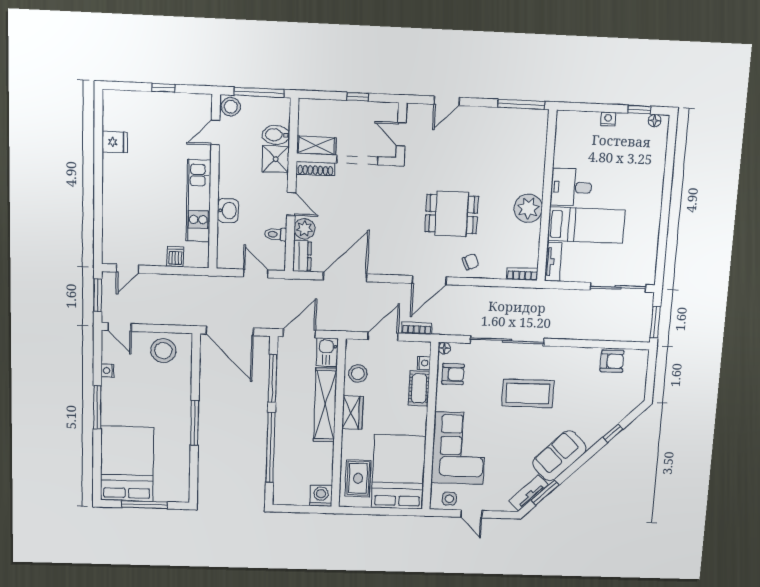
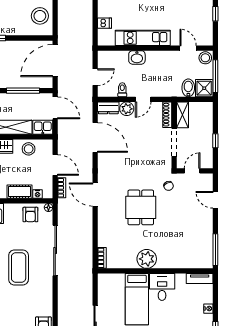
shower: (276, 159) -> (204, 88), moved
chair: (470, 262) -> (169, 186), moved
tv unit: (553, 262) -> (200, 279), moved

